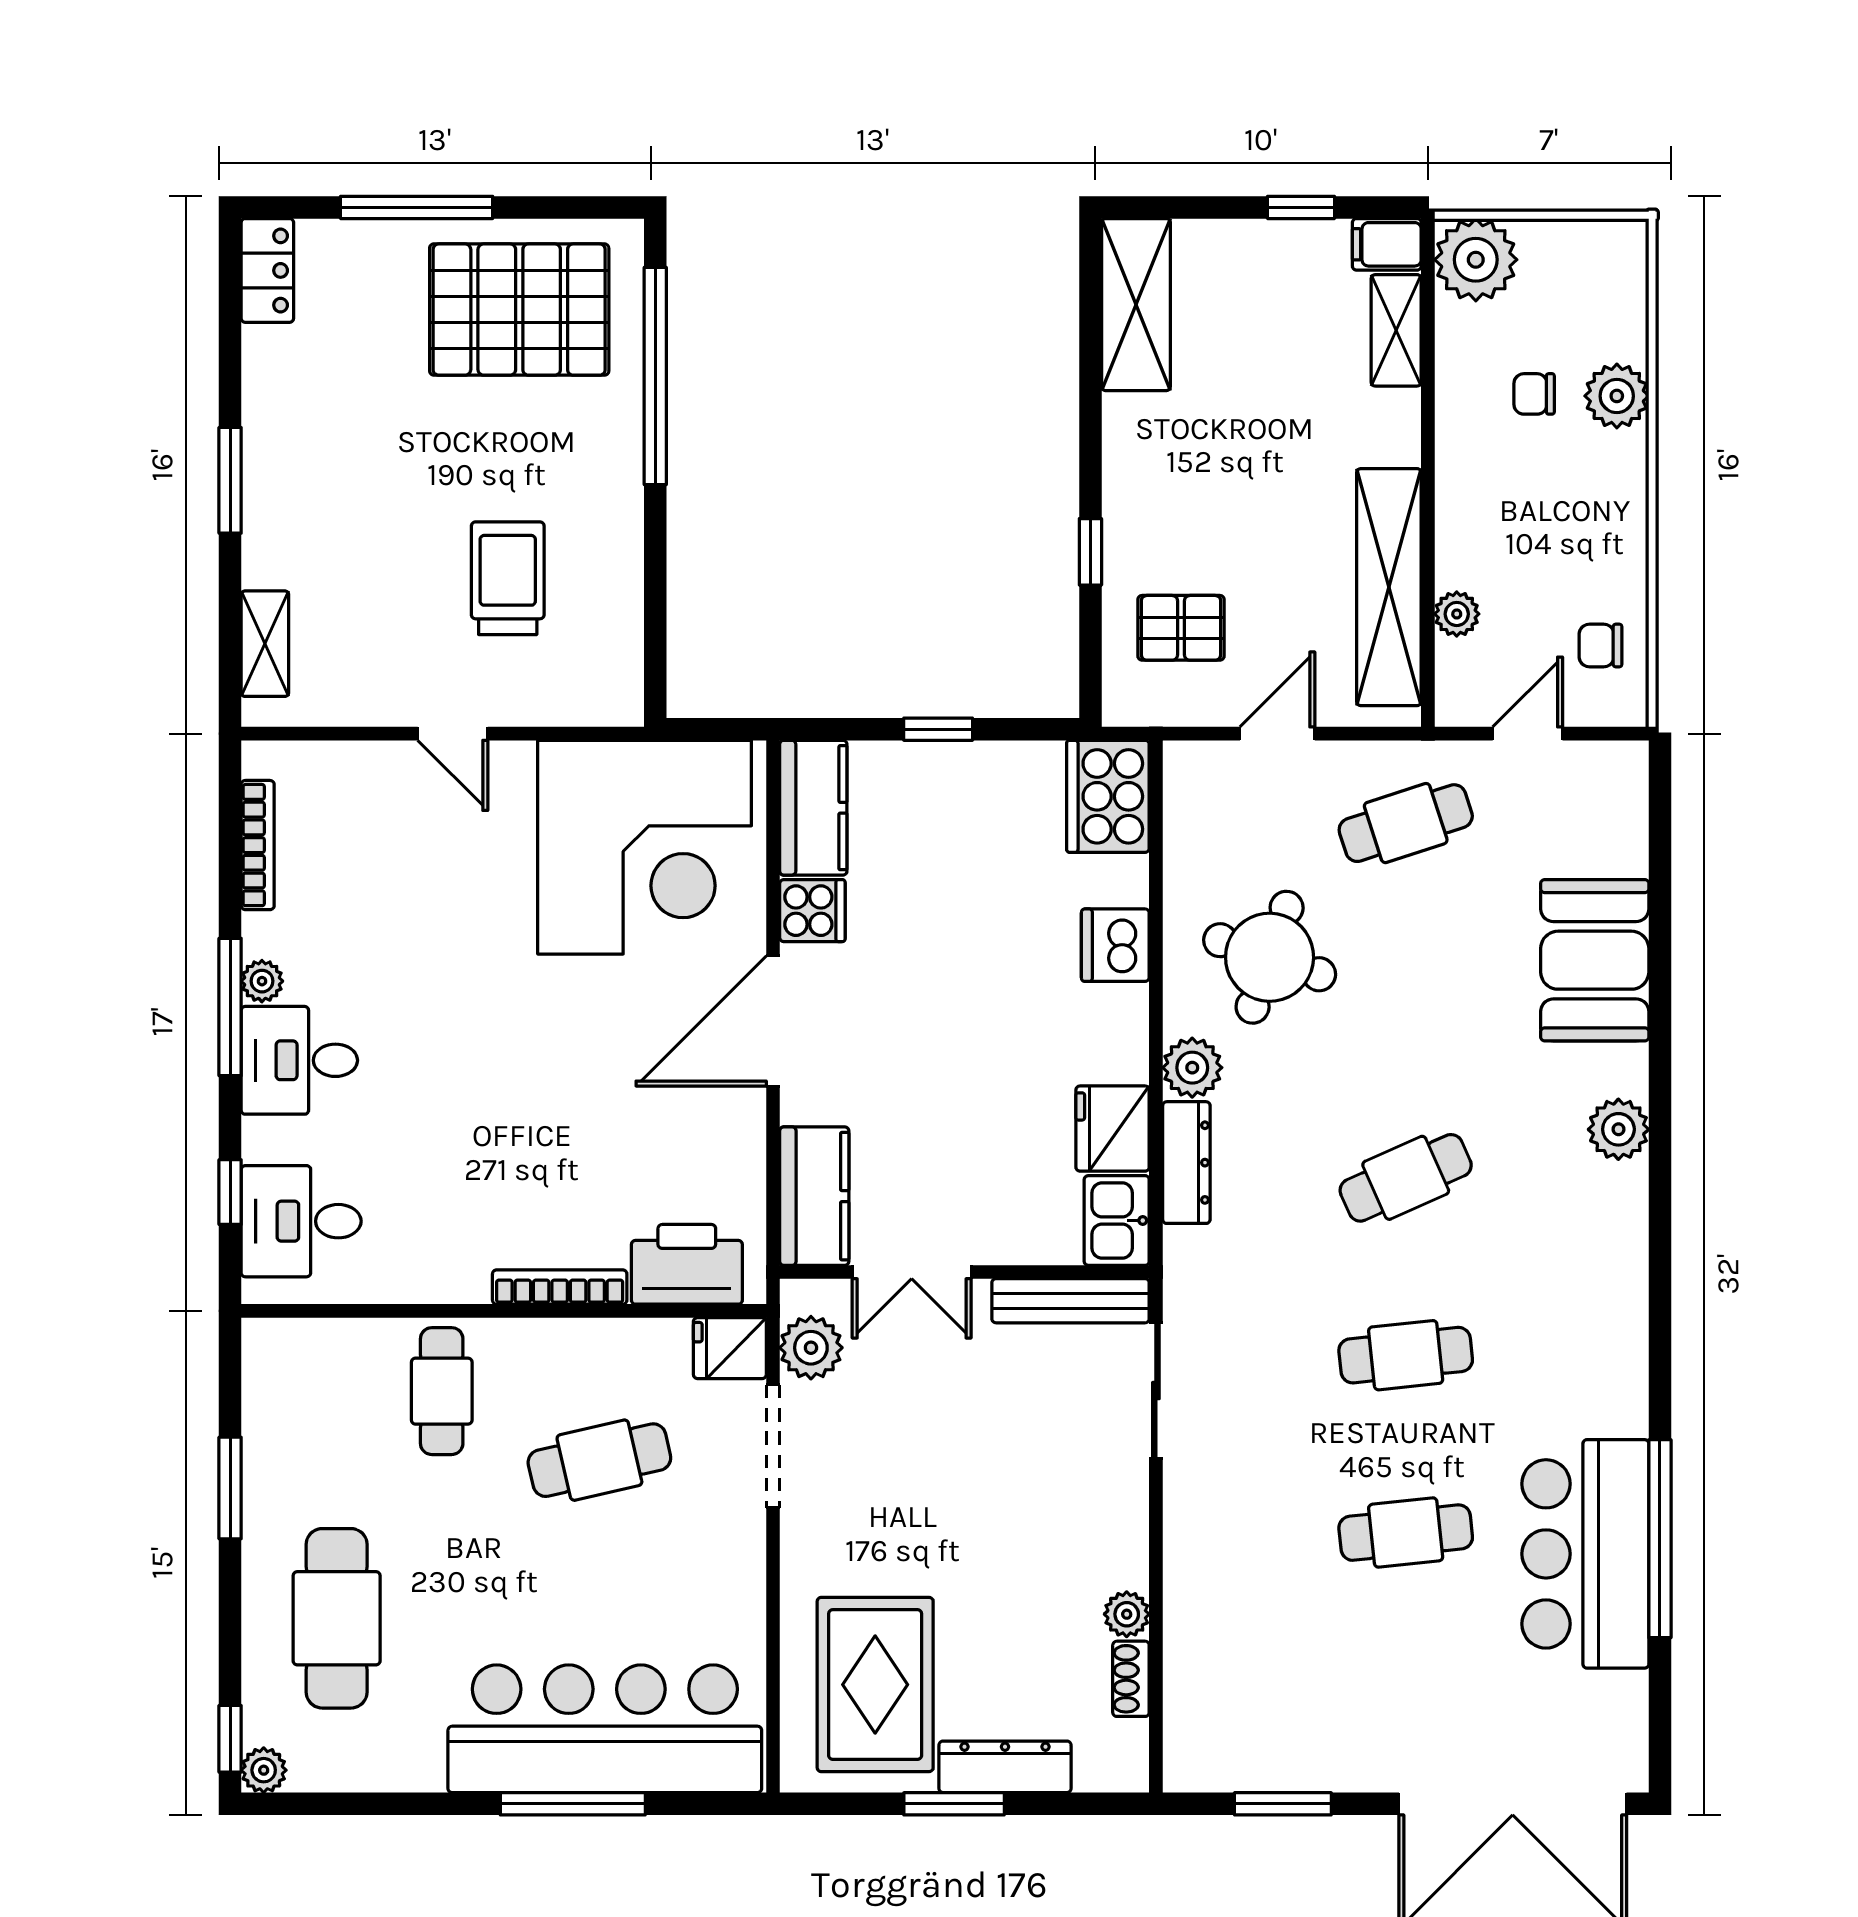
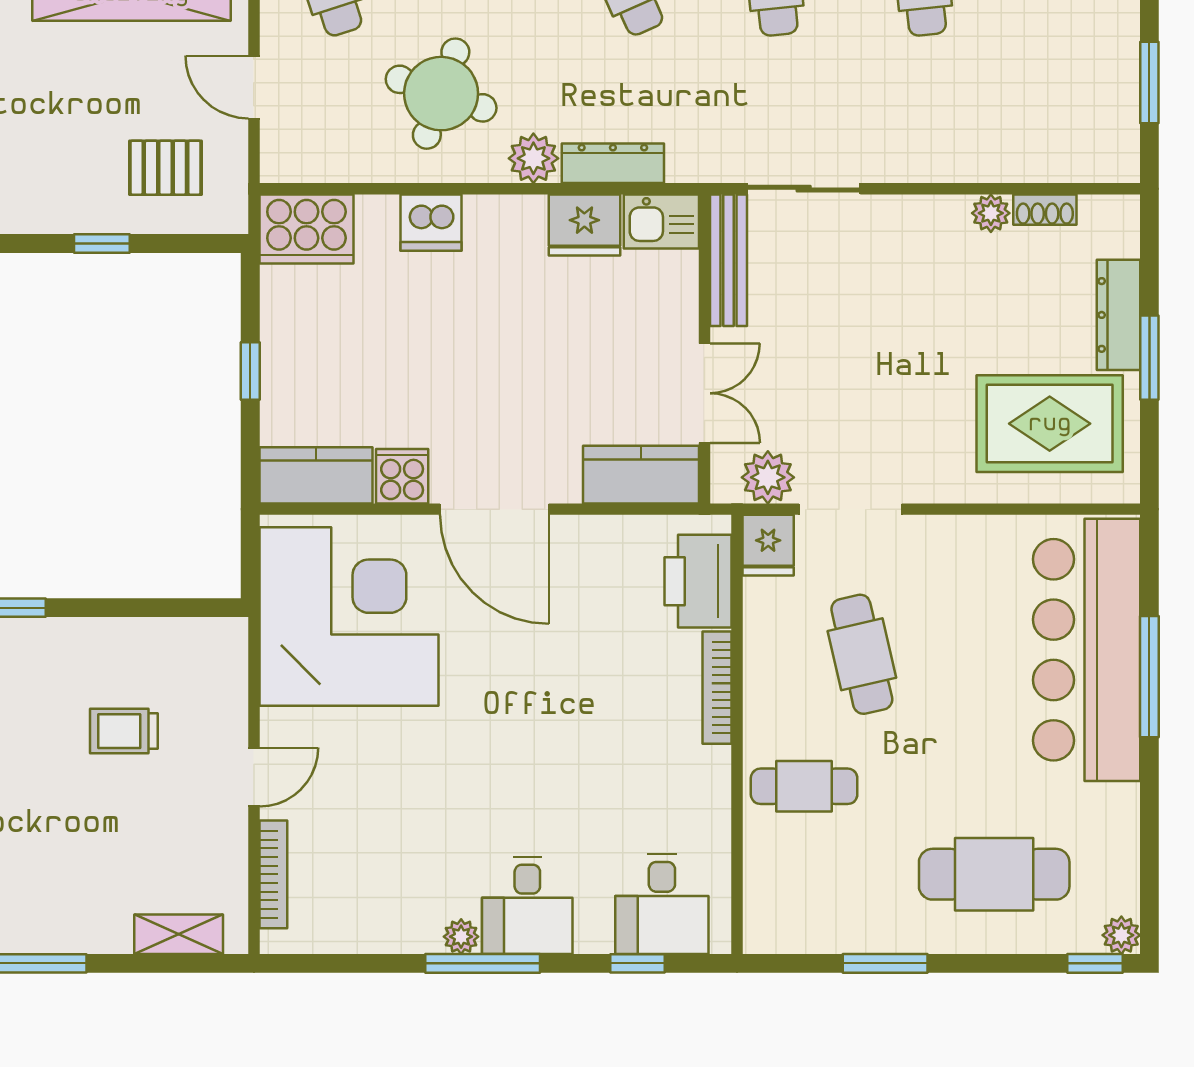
trolley: (508, 578) -> (124, 731), width x0.73, depth x0.72
pallet: (1181, 628) -> (165, 168), turned 90
bookcase: (258, 845) -> (273, 874), moved, turned 90

